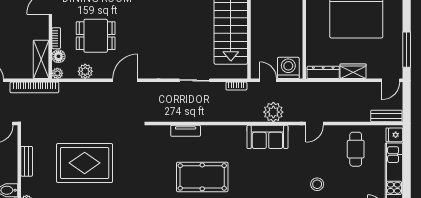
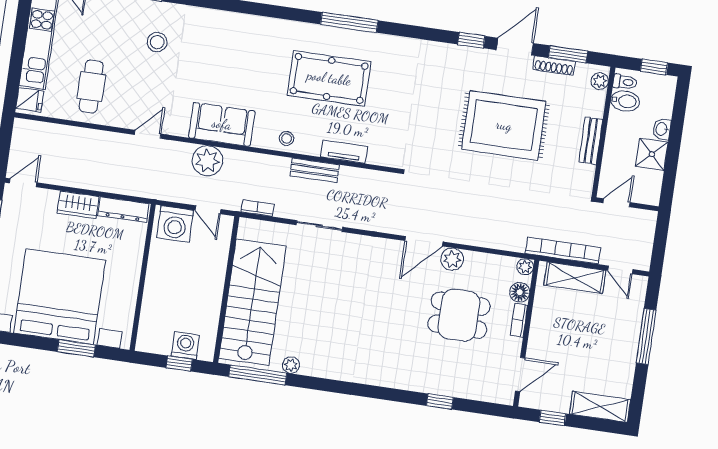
shelving: (41, 59) -> (575, 278), moved, turned 90
plant: (85, 71) -> (452, 259), moved
bench: (386, 116) -> (315, 170), moved
stool: (224, 134) -> (287, 138), added

